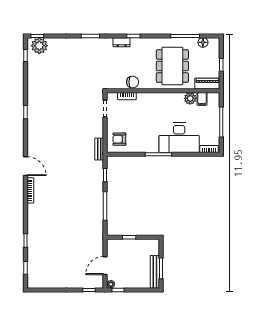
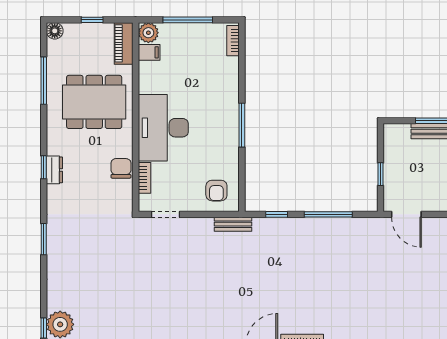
dresser: (122, 42) -> (54, 170), moved
floor lamp: (203, 42) -> (55, 31), moved
plant: (190, 98) -> (148, 33), moved
desk: (179, 138) -> (163, 128), moved, turned 180
door: (105, 266) -> (406, 214), moved

